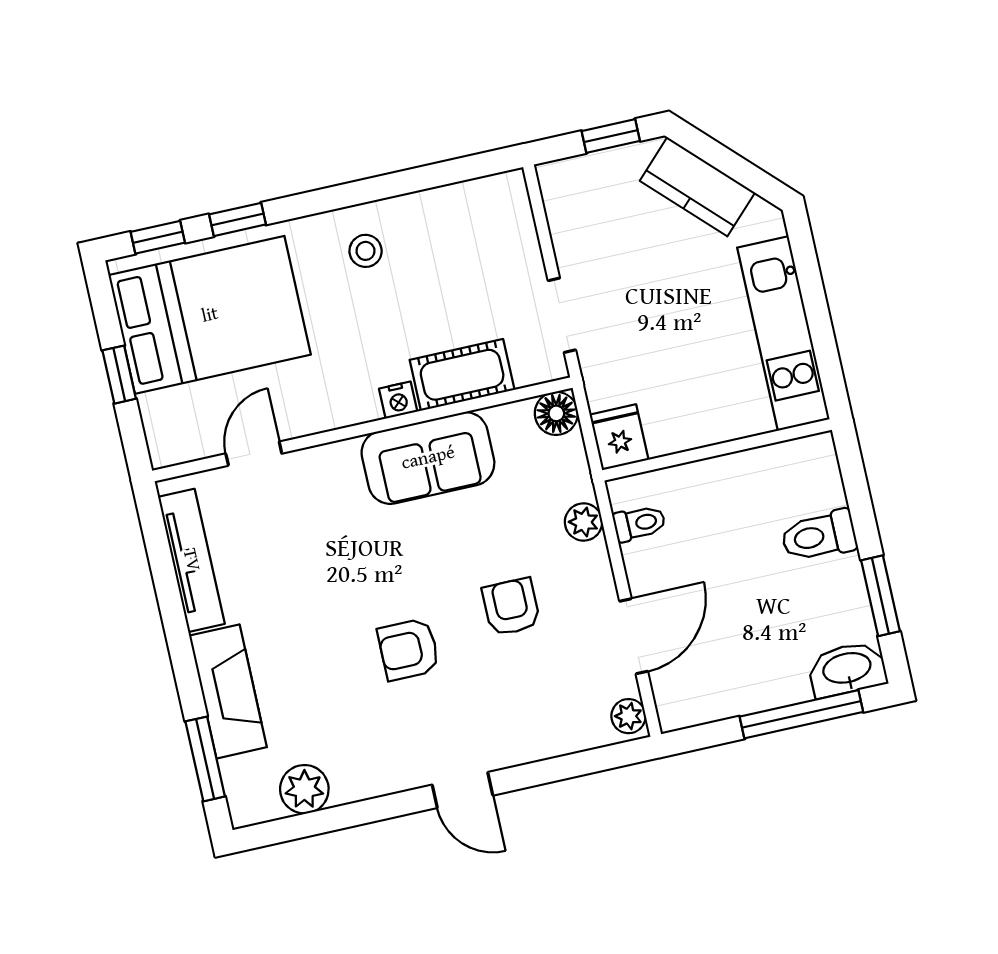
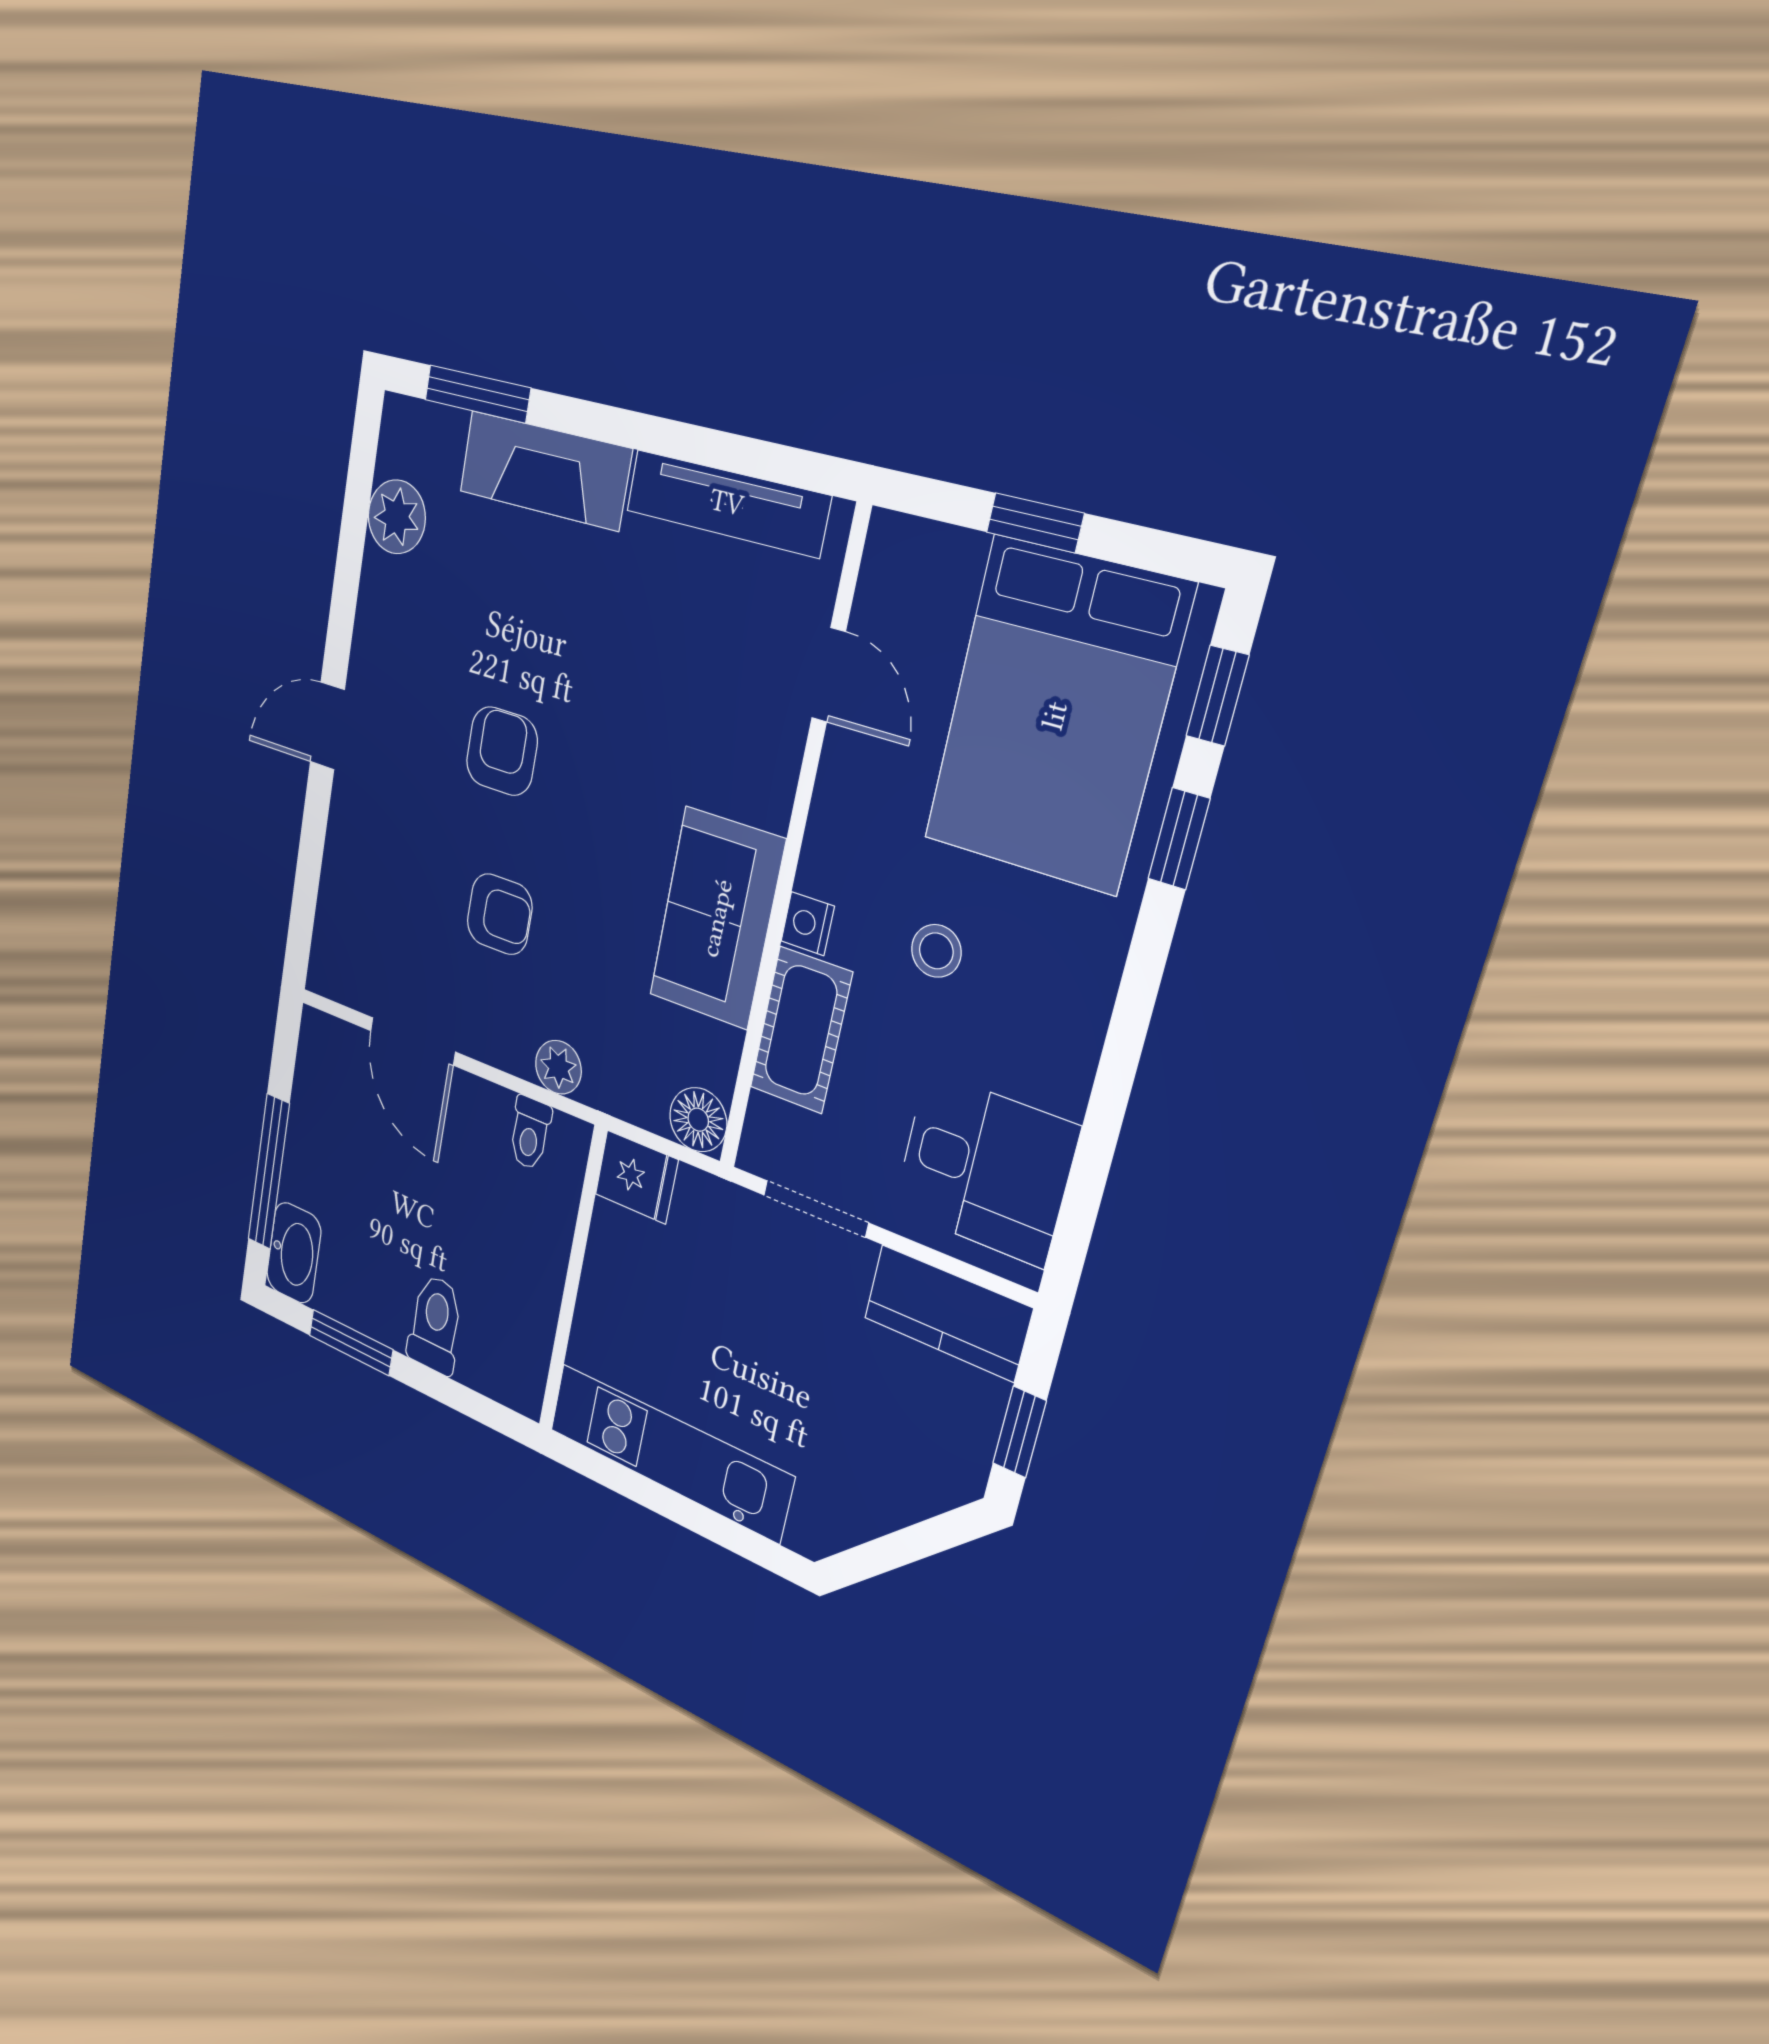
kitchen counter: (697, 187) -> (947, 1313), moved, turned -135
desk: (473, 231) -> (985, 1168), added
stool: (366, 251) -> (936, 951), moved
plant: (629, 716) -> (334, 978), removed

